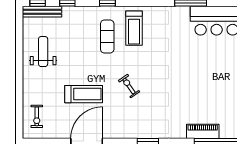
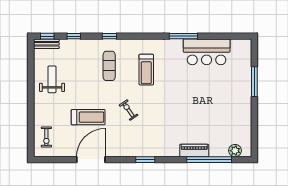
bench: (42, 12) -> (46, 44), width x0.73
treadmill: (134, 28) -> (146, 70), moved

